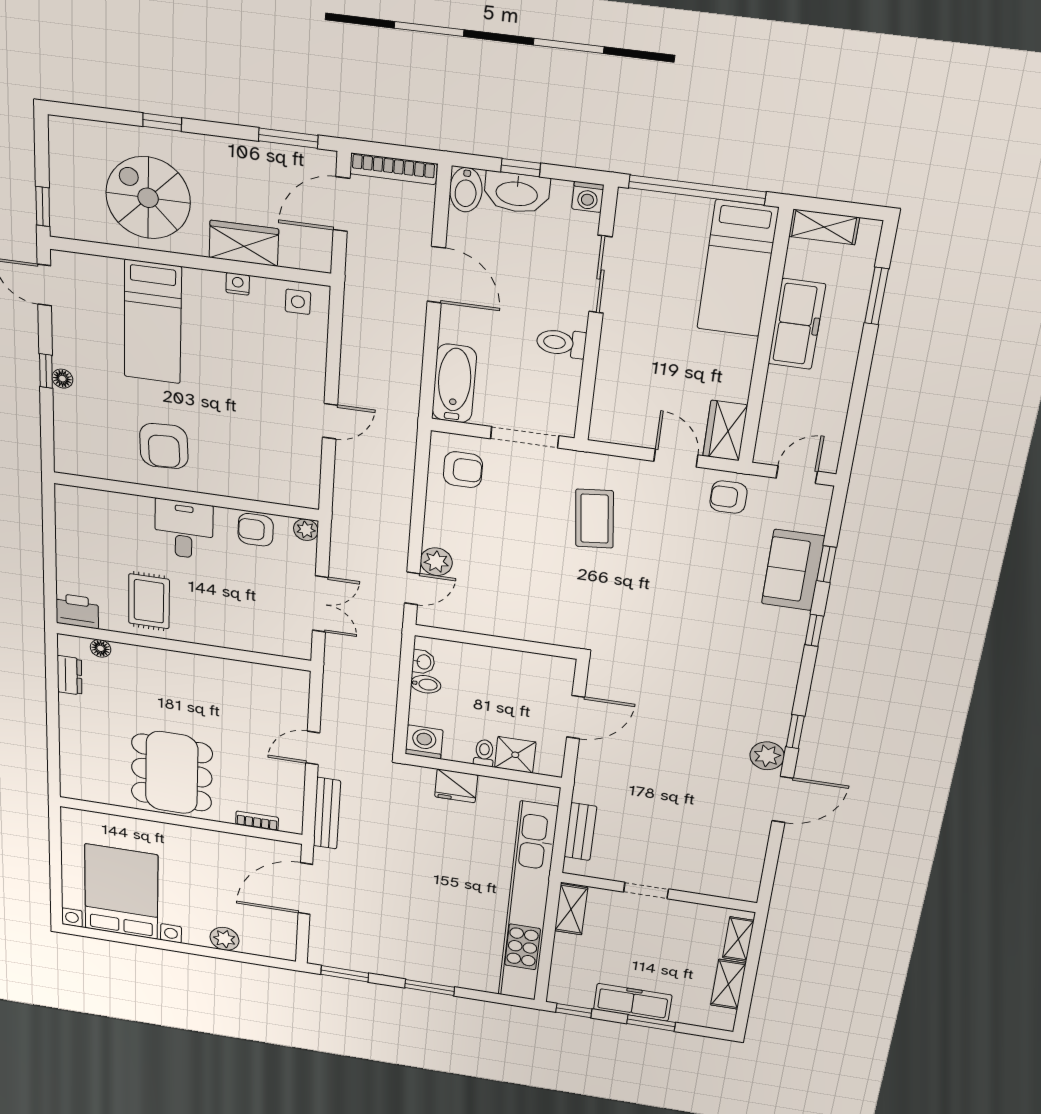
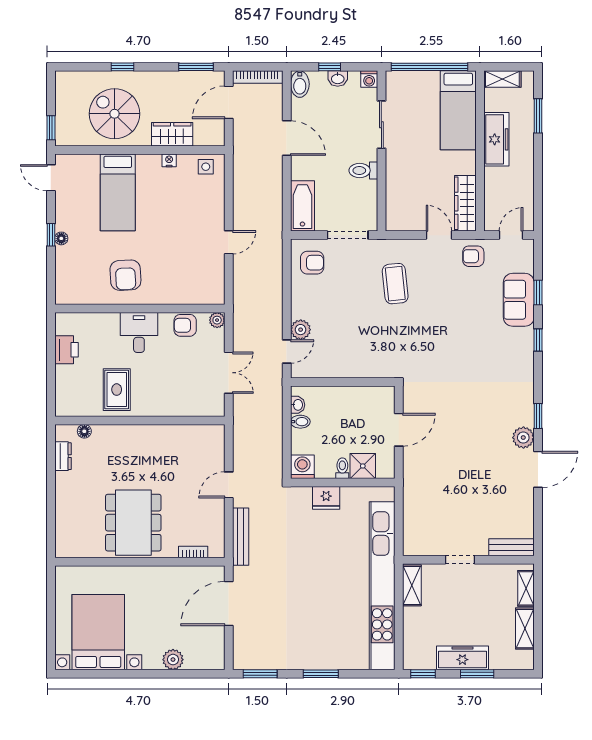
washbasin: (517, 193) -> (338, 78), width x0.52, depth x0.69
wardrobe: (725, 431) -> (465, 203), width x1.50
printer: (77, 611) -> (66, 350), moved, turned 90
bench: (580, 832) -> (511, 547), moved, turned 90

